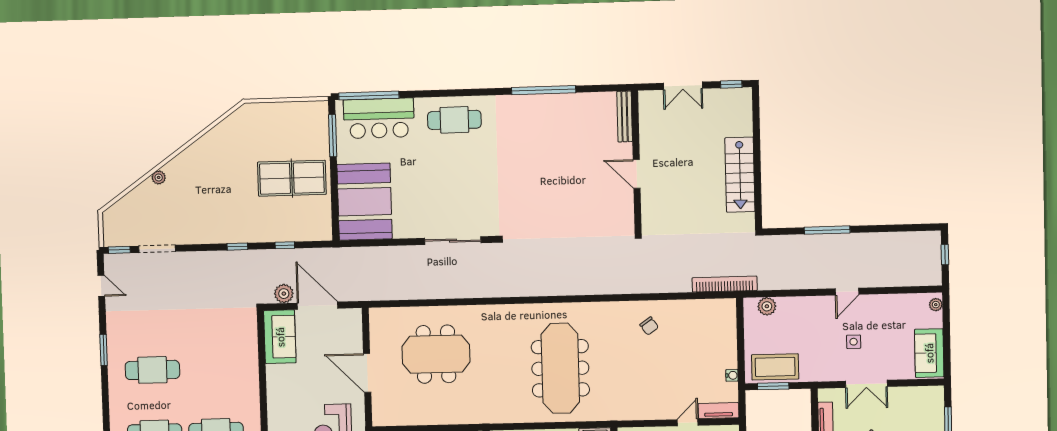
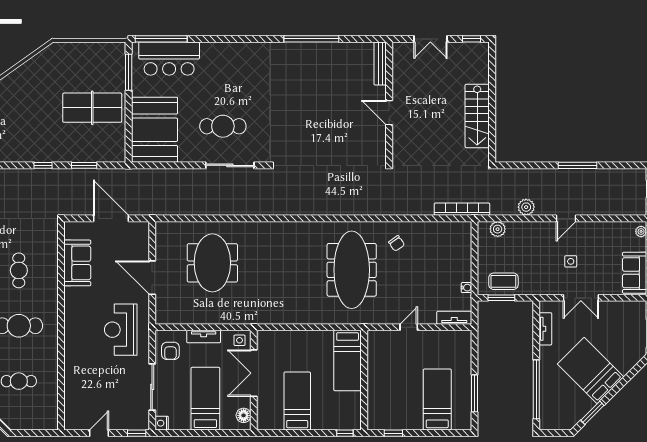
cafe table: (454, 120) -> (223, 126), moved
window: (827, 230) -> (578, 165), moved
window: (285, 245) -> (84, 165), width x1.50
plant: (284, 294) -> (526, 207), moved
sofa: (280, 337) -> (77, 263), moved
meeting table: (436, 354) -> (212, 263), turned 90
coffee table: (775, 367) -> (503, 281), width x0.73, depth x0.76
cafe table: (214, 368) -> (19, 270), added
meeting table: (560, 368) -> (352, 270), moved
door: (688, 422) -> (409, 327), moved

